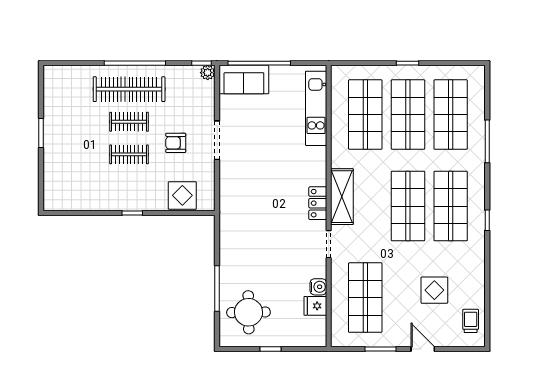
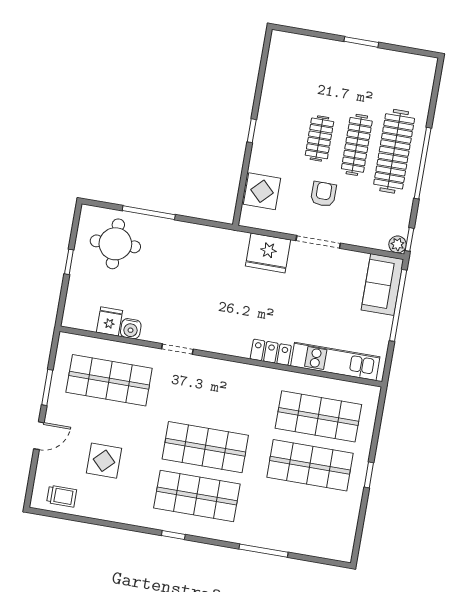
shop shelf: (451, 115) -> (302, 514), removed
clothes rail: (129, 122) -> (357, 145), width x1.36
fridge: (234, 181) -> (268, 253), added
shelving: (342, 197) -> (229, 374), removed
locker: (318, 203) -> (271, 352), moved

